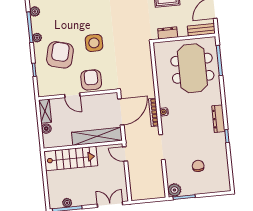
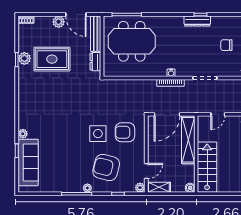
plant: (35, 11) -> (140, 188), moved
bench: (201, 30) -> (96, 34), width x1.36
armchair: (91, 80) -> (125, 132), moved
door: (72, 95) -> (146, 171), moved
door: (121, 112) -> (167, 114), swing flipped
dresser: (218, 119) -> (197, 21), moved
boiler: (46, 129) -> (190, 188), moved
door: (125, 154) -> (218, 114), moved

